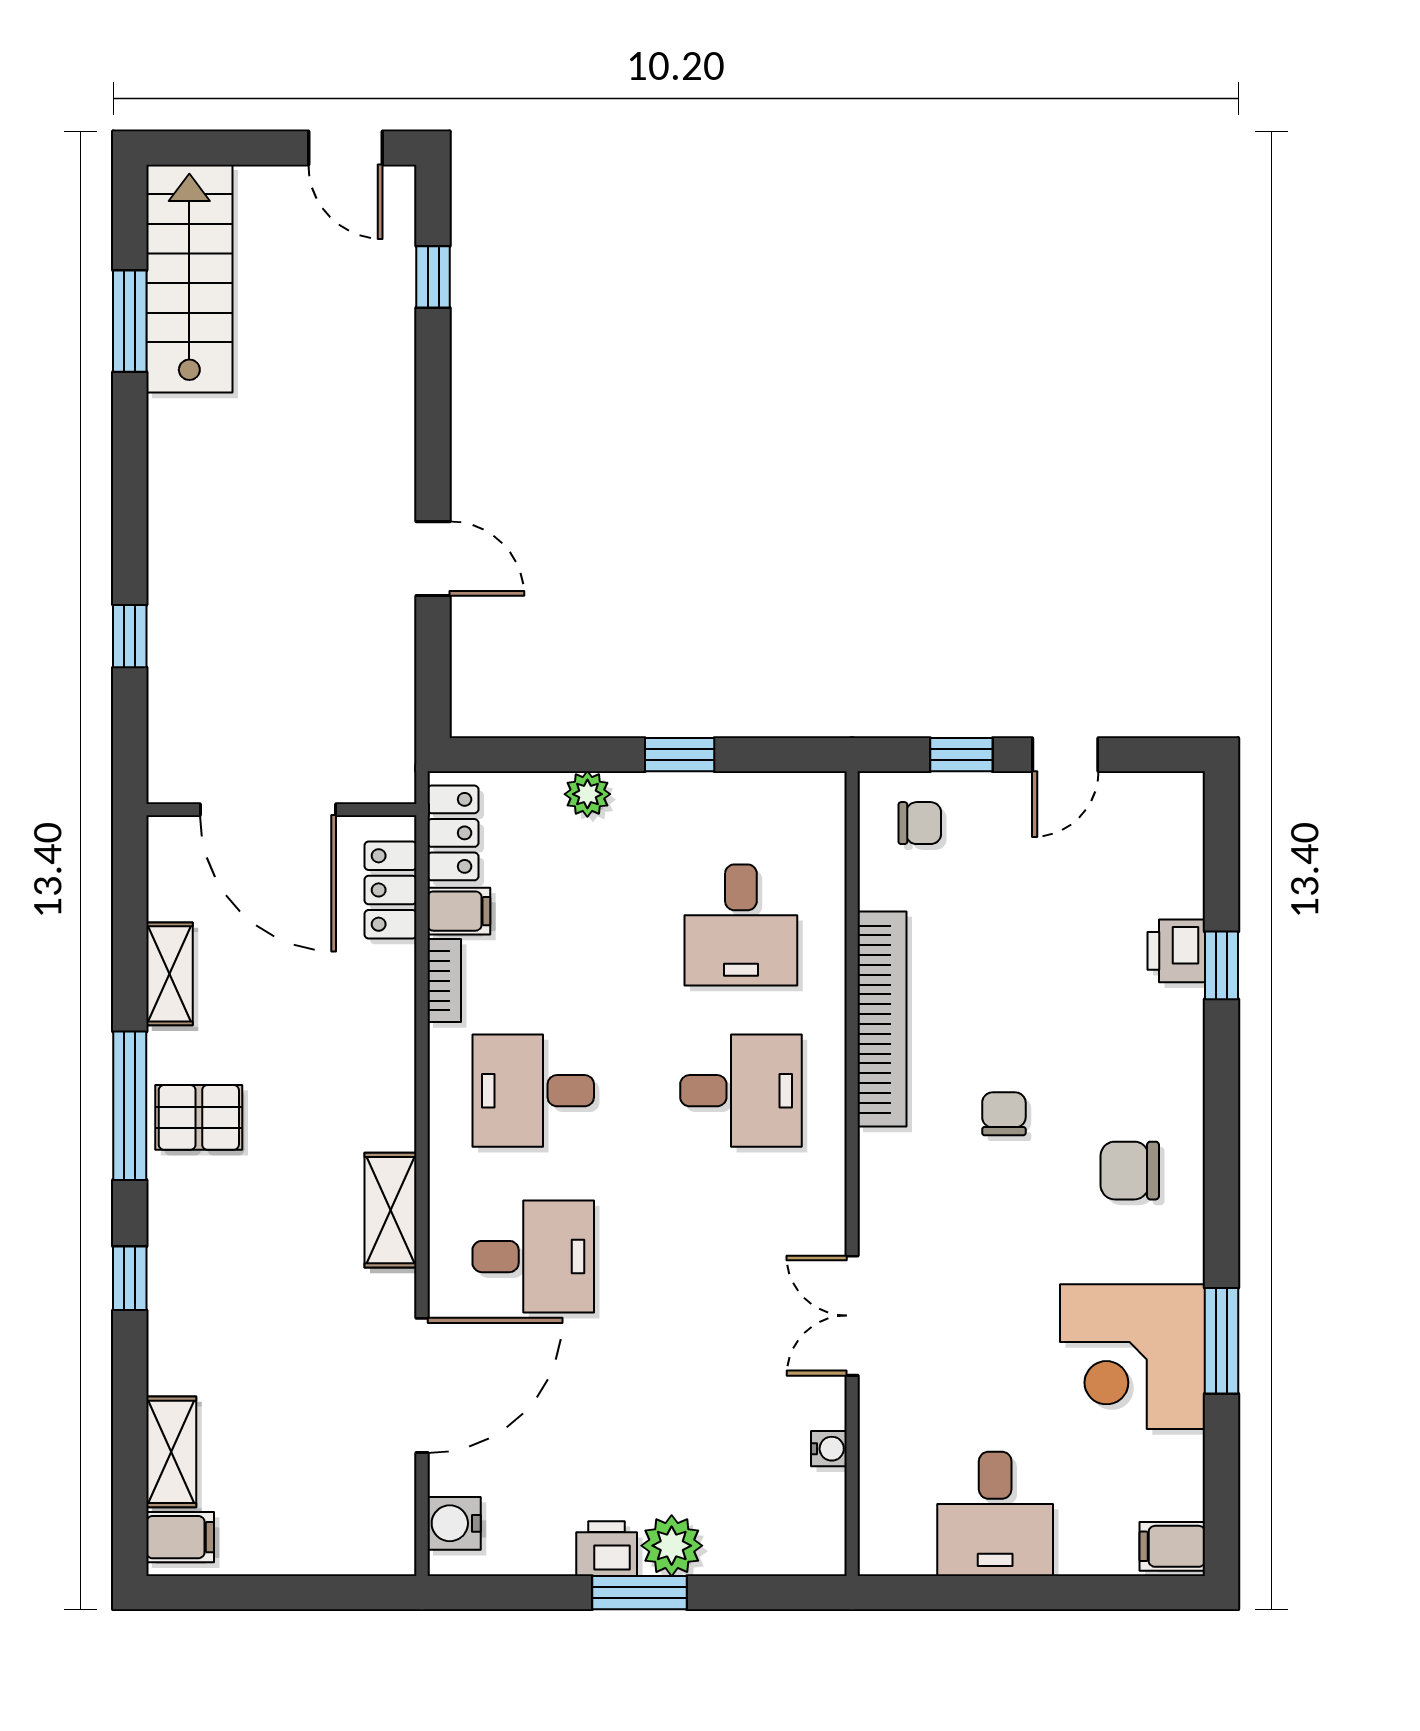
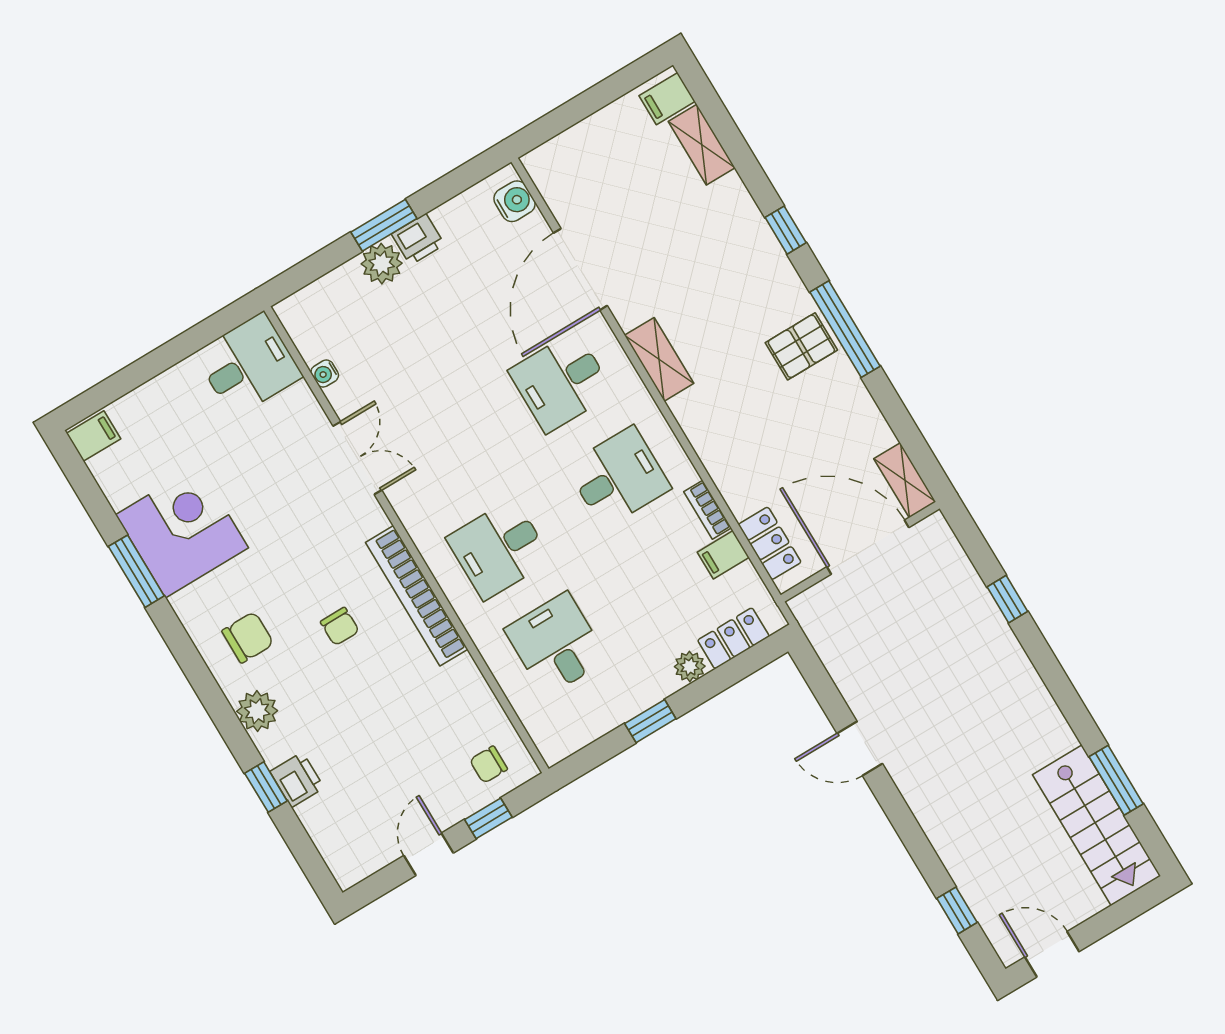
locker: (453, 833) -> (733, 638), moved, turned 90
shelving: (170, 974) -> (905, 480), moved
bookcase: (882, 1019) -> (417, 596), moved
plant: (1174, 1069) -> (257, 711), added
desk: (995, 1514) -> (248, 365), moved, turned 90

